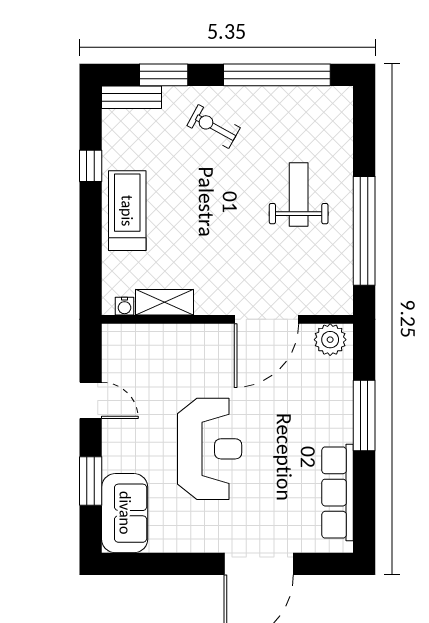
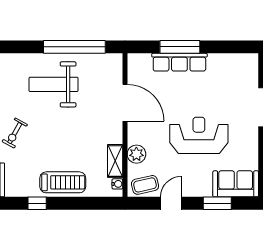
weight bench: (299, 194) -> (54, 84), width x1.36, depth x1.33
treadmill: (127, 211) -> (63, 182), turned 180
plant: (330, 340) -> (136, 154), moved
coffee table: (123, 355) -> (145, 185), added
row of seats: (337, 493) -> (179, 62), moved

